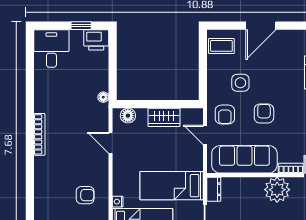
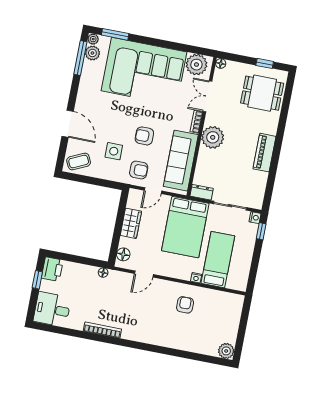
coffee table: (221, 46) -> (79, 161), turned 65
bookcase: (39, 134) -> (102, 330), moved
bed: (172, 186) -> (185, 227), width x1.50

